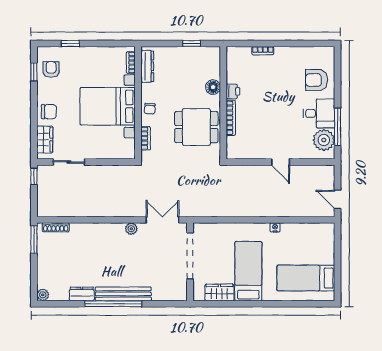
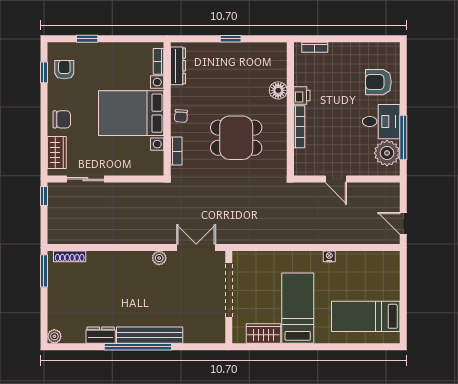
floor lamp: (213, 87) -> (278, 90), moved
printer: (233, 91) -> (302, 95), moved
wall: (223, 103) -> (290, 109), moved
bookcase: (231, 118) -> (299, 127), moved

